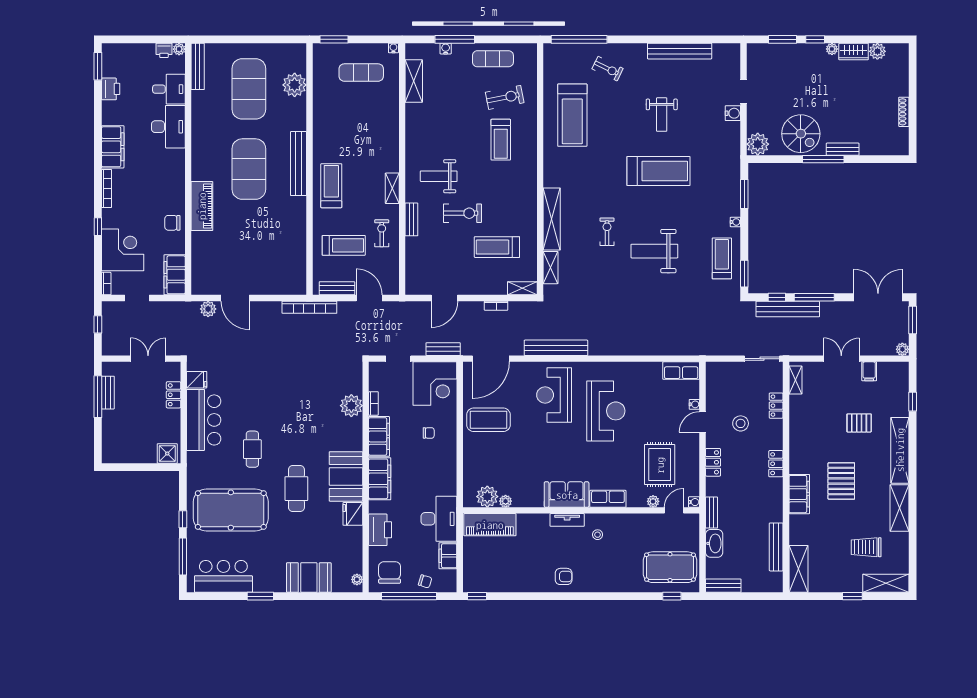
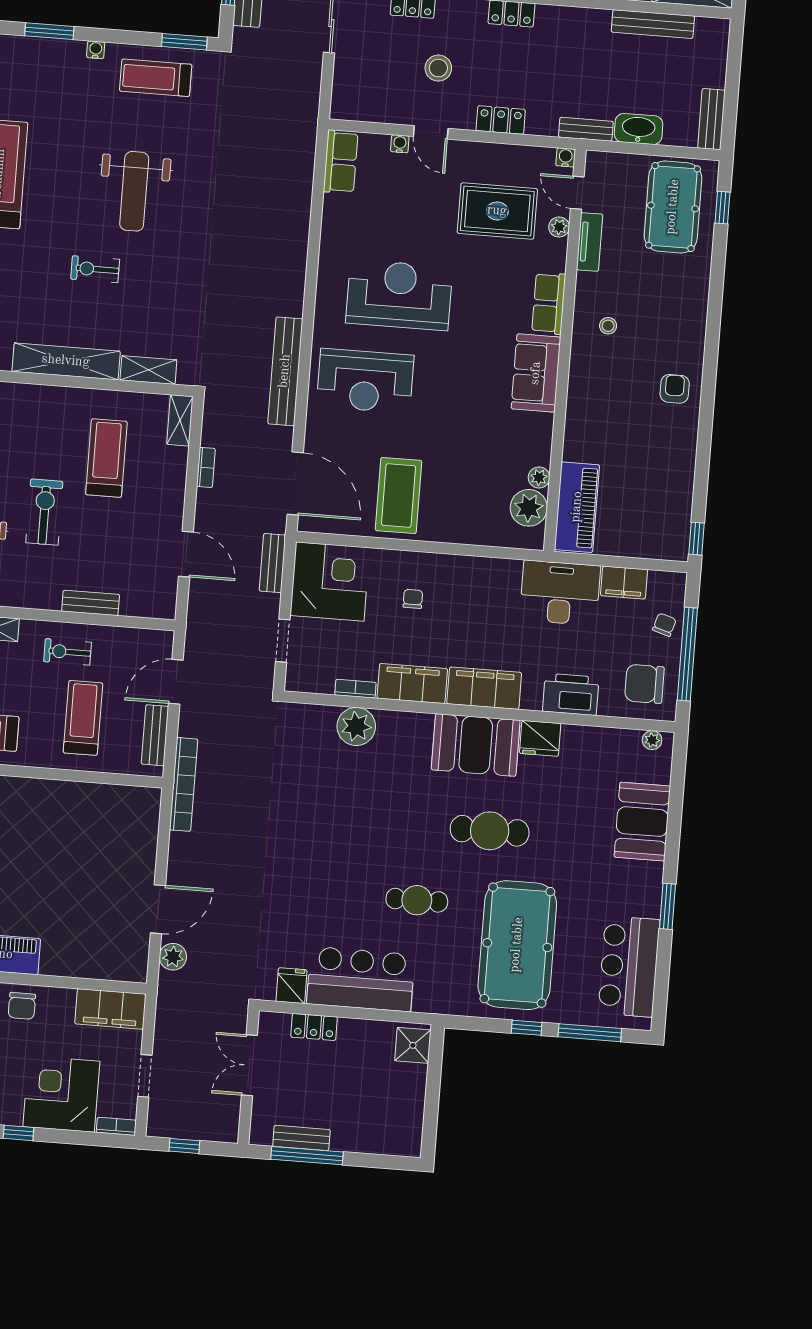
bench: (411, 219) -> (91, 603), moved
treadmill: (497, 247) -> (106, 458), turned 180
tv unit: (567, 520) -> (590, 242), moved

